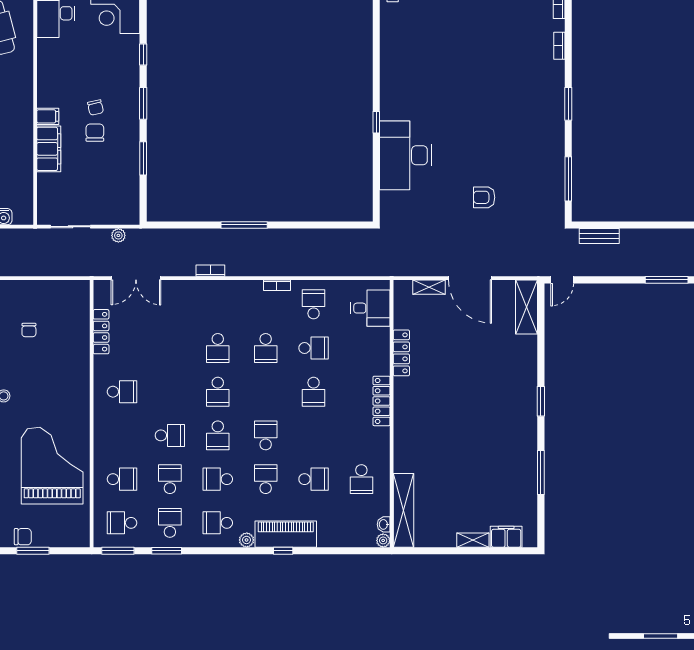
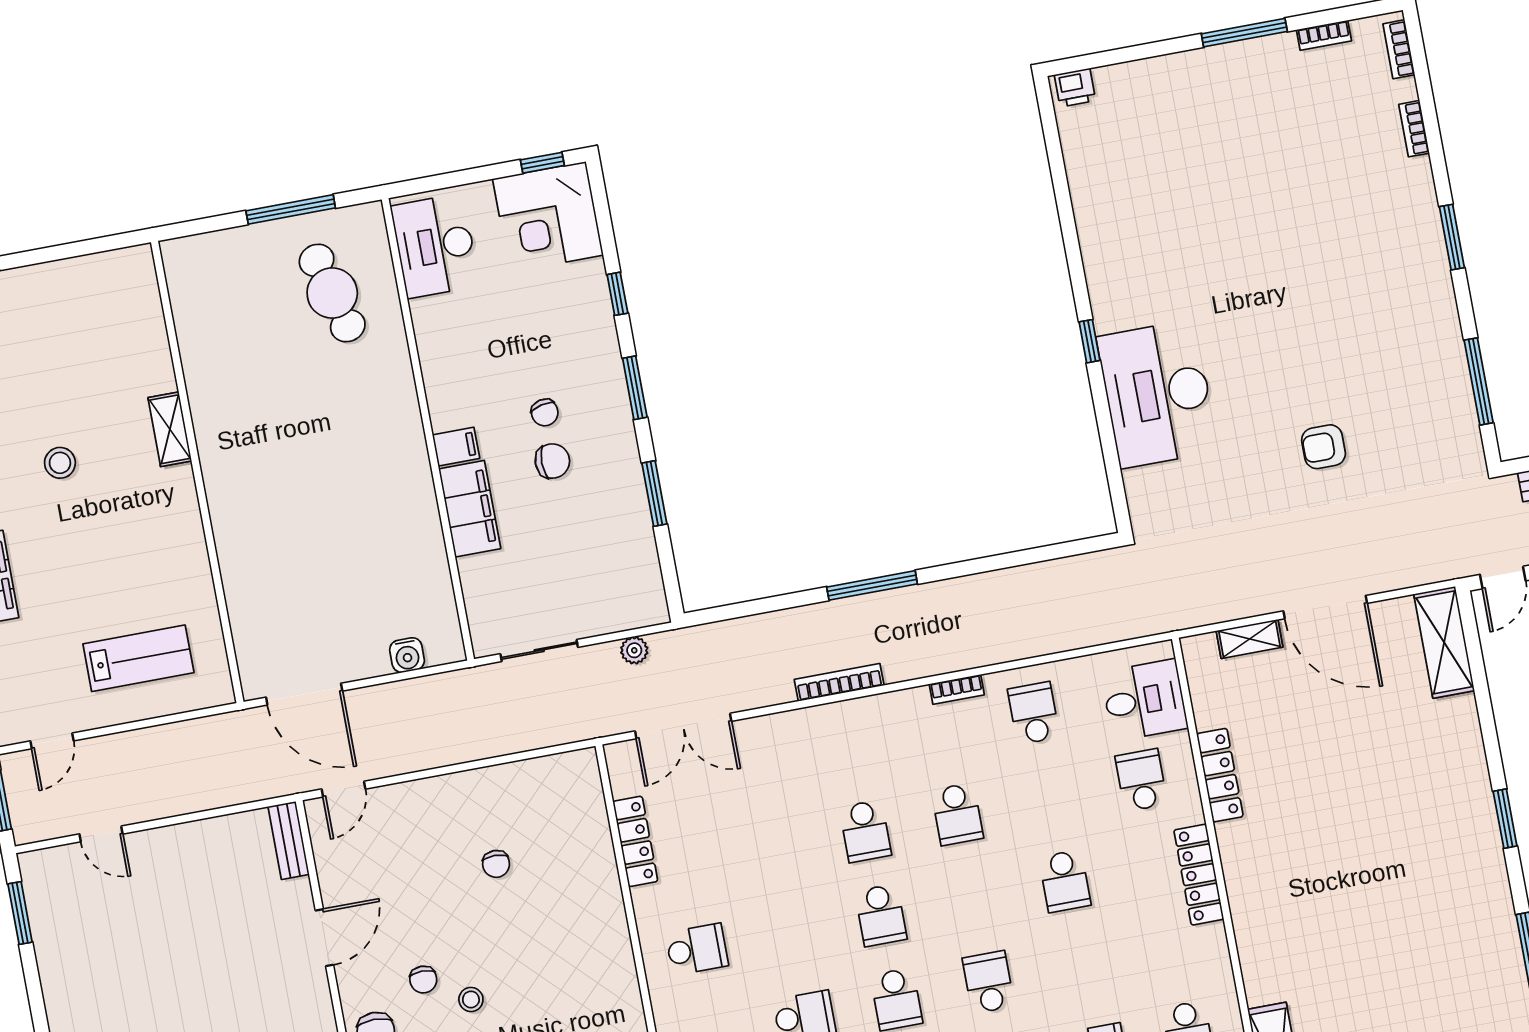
chair: (95, 133) -> (552, 461), turned 90
bookcase: (210, 271) -> (839, 682), width x1.56
school desk: (314, 348) -> (1141, 780), moved, turned -90

